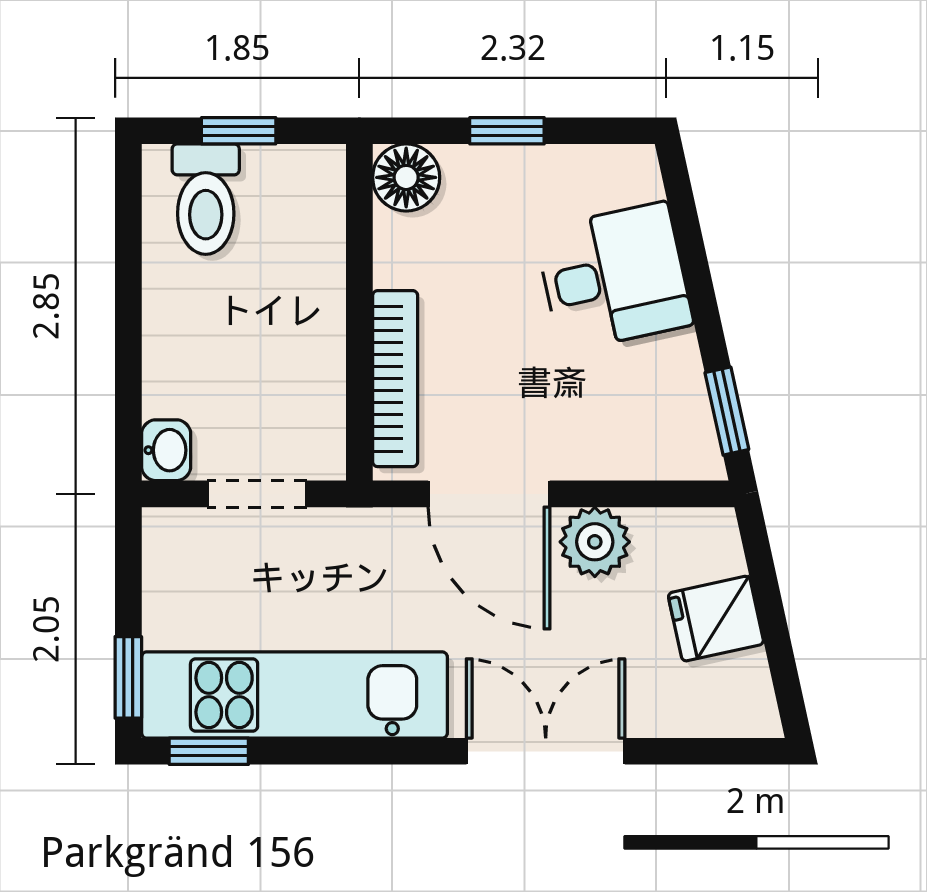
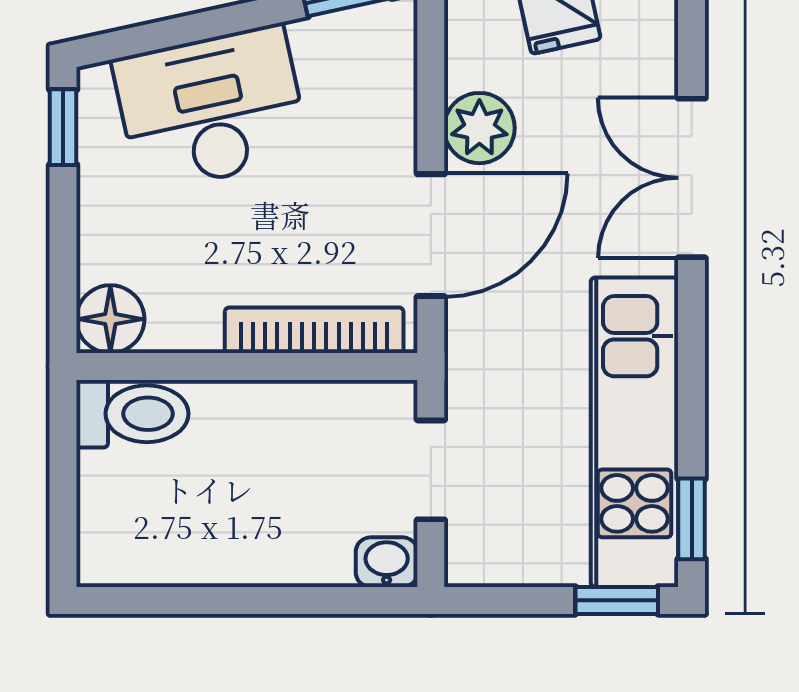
window: (239, 131) -> (63, 489), removed
window: (507, 131) -> (63, 127), moved
toilet: (206, 199) -> (132, 414), moved
desk: (614, 277) -> (211, 109), width x1.37

